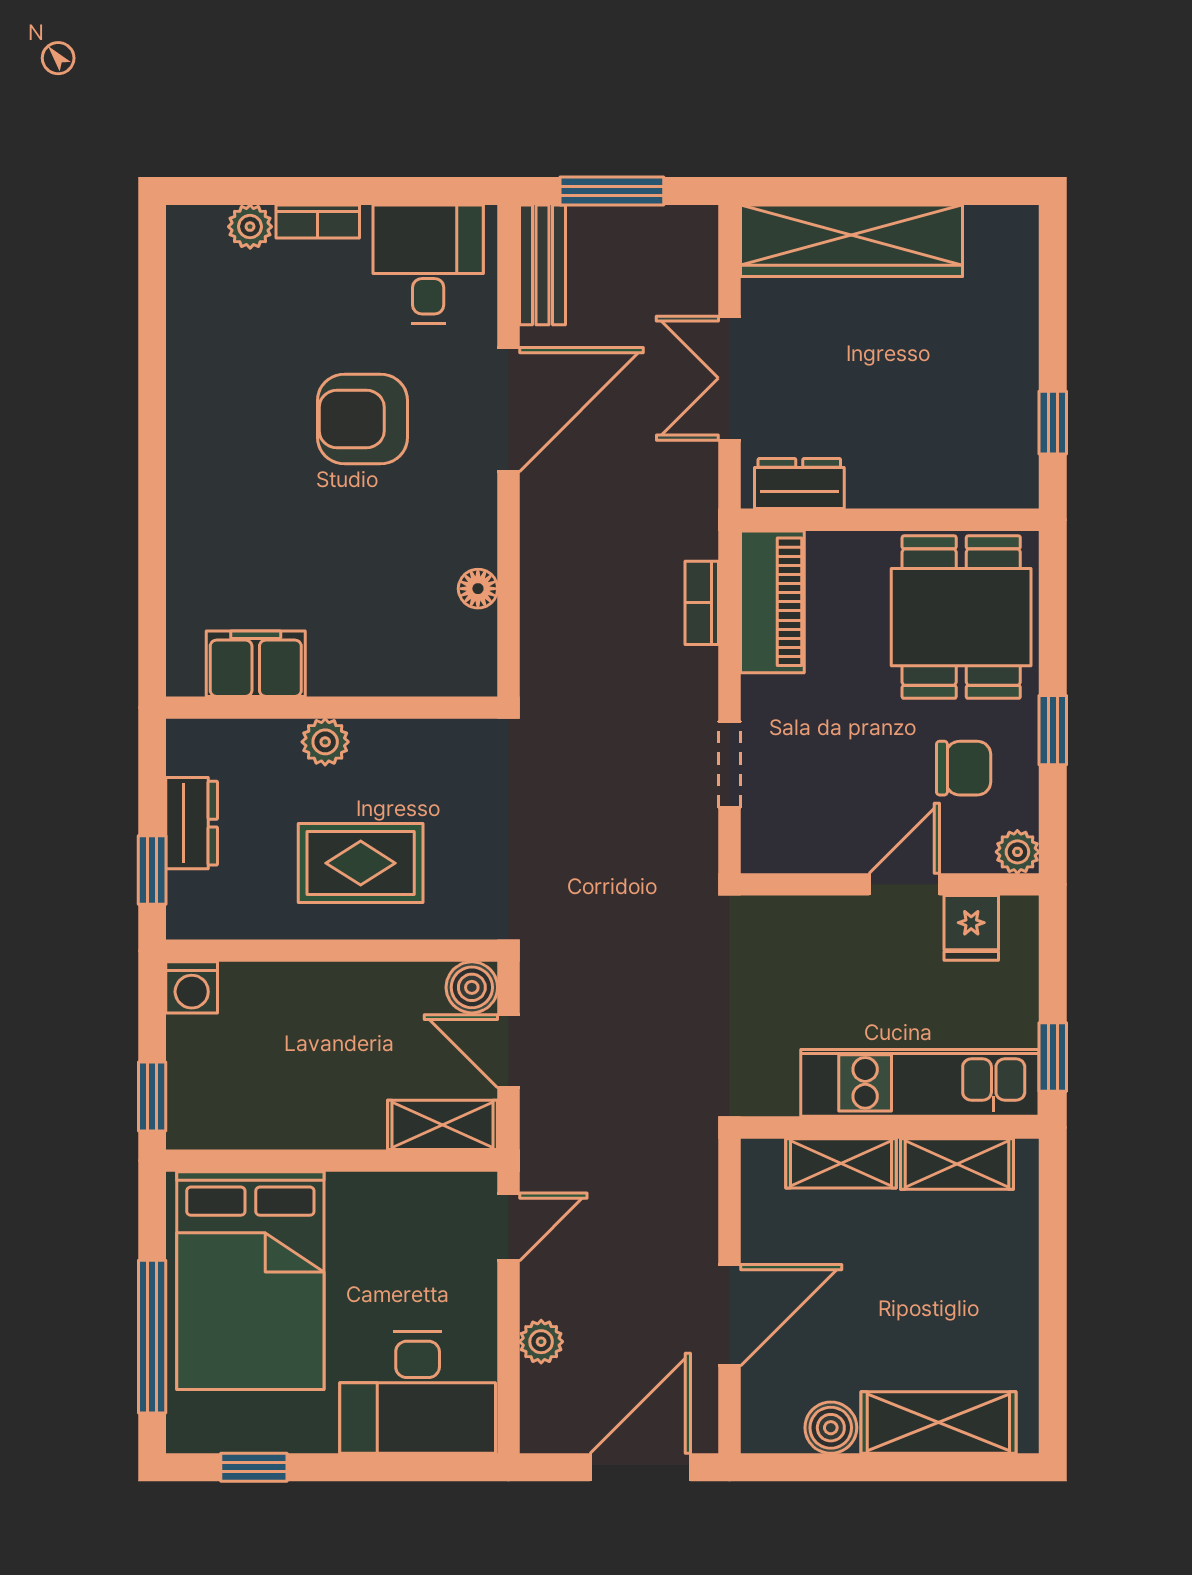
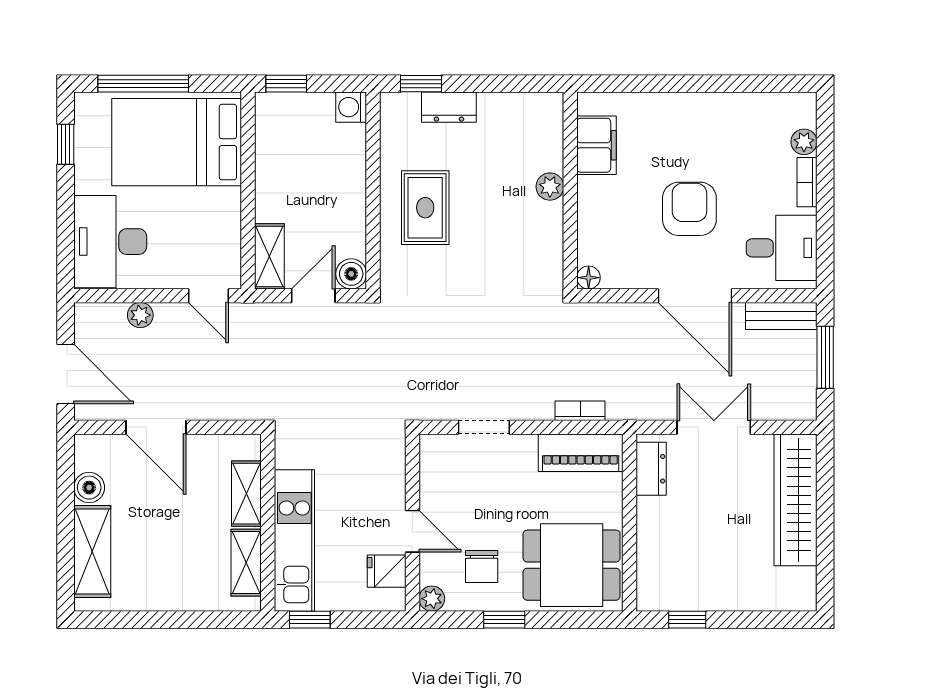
filing cabinet: (256, 664) -> (596, 145), moved
wall: (332, 708) -> (570, 190), moved
plant: (325, 742) -> (550, 187), moved

